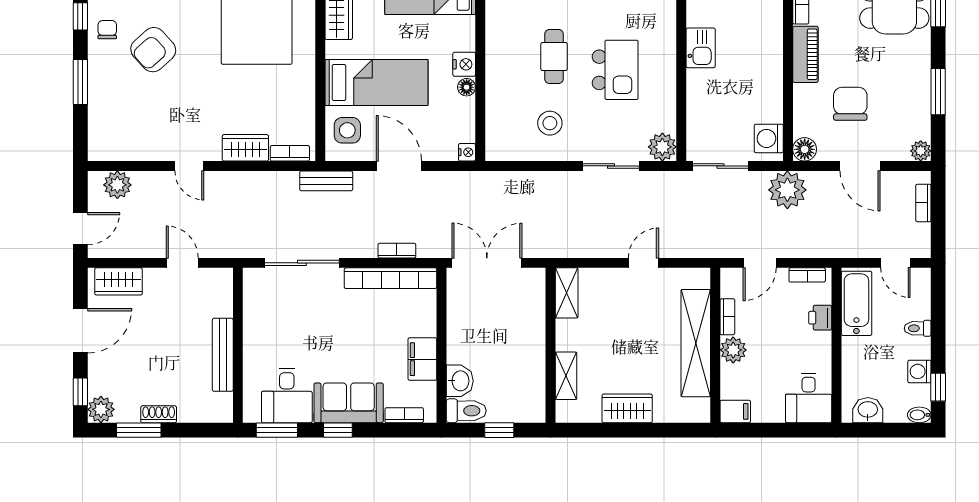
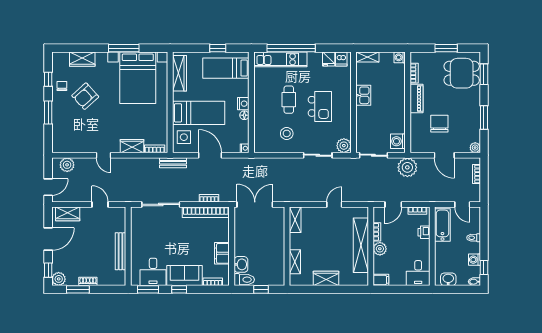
floor lamp: (805, 149) -> (416, 147), removed

